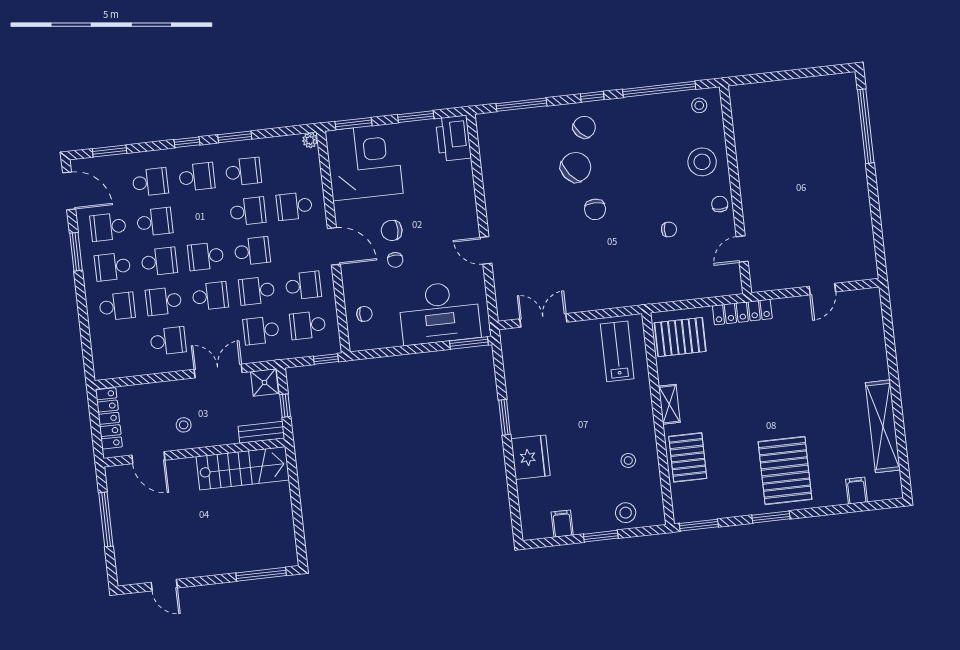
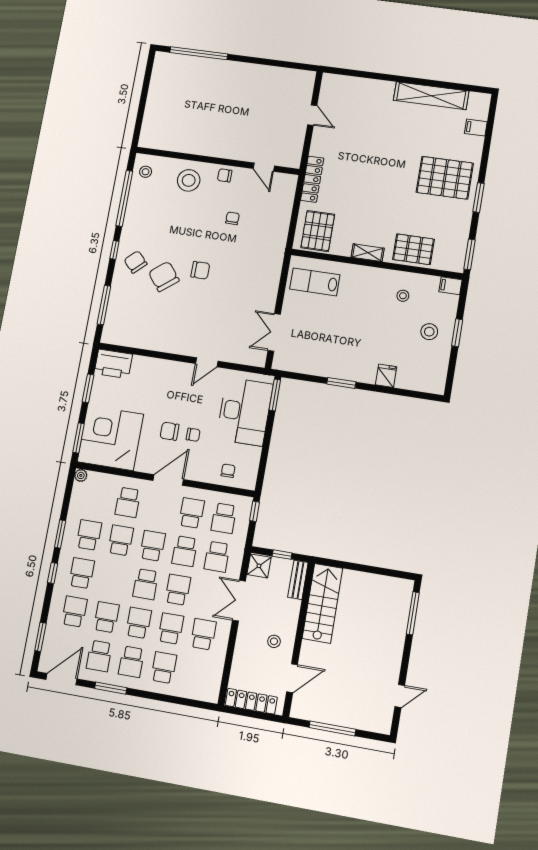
chair: (392, 230) -> (169, 431), turned 90
school desk: (164, 301) -> (171, 629), turned 180
fridge: (531, 457) -> (386, 376), width x0.53, depth x0.75
stool: (626, 513) -> (429, 332), moved
filing cabinet: (562, 524) -> (451, 286), moved

